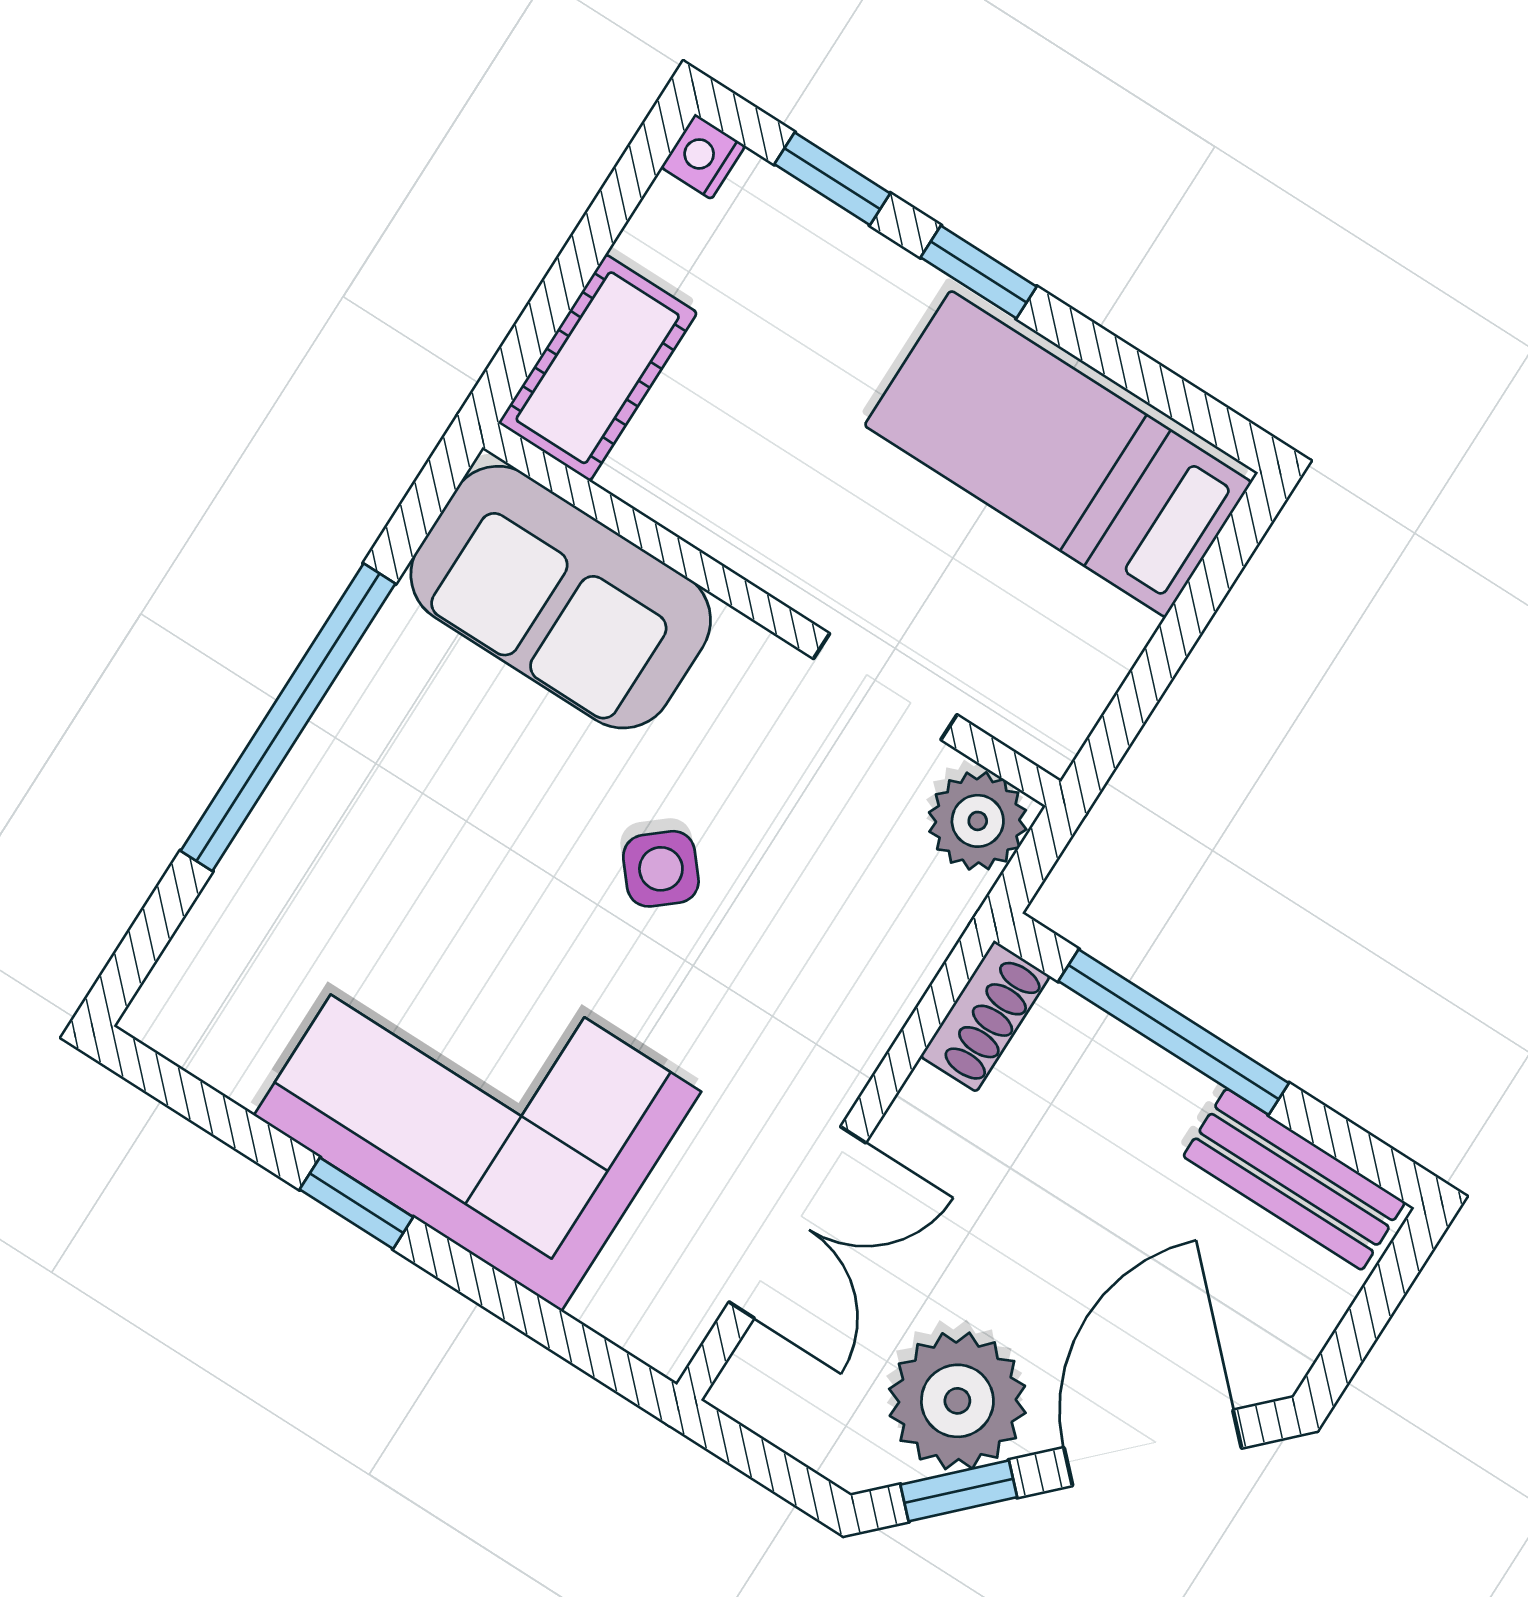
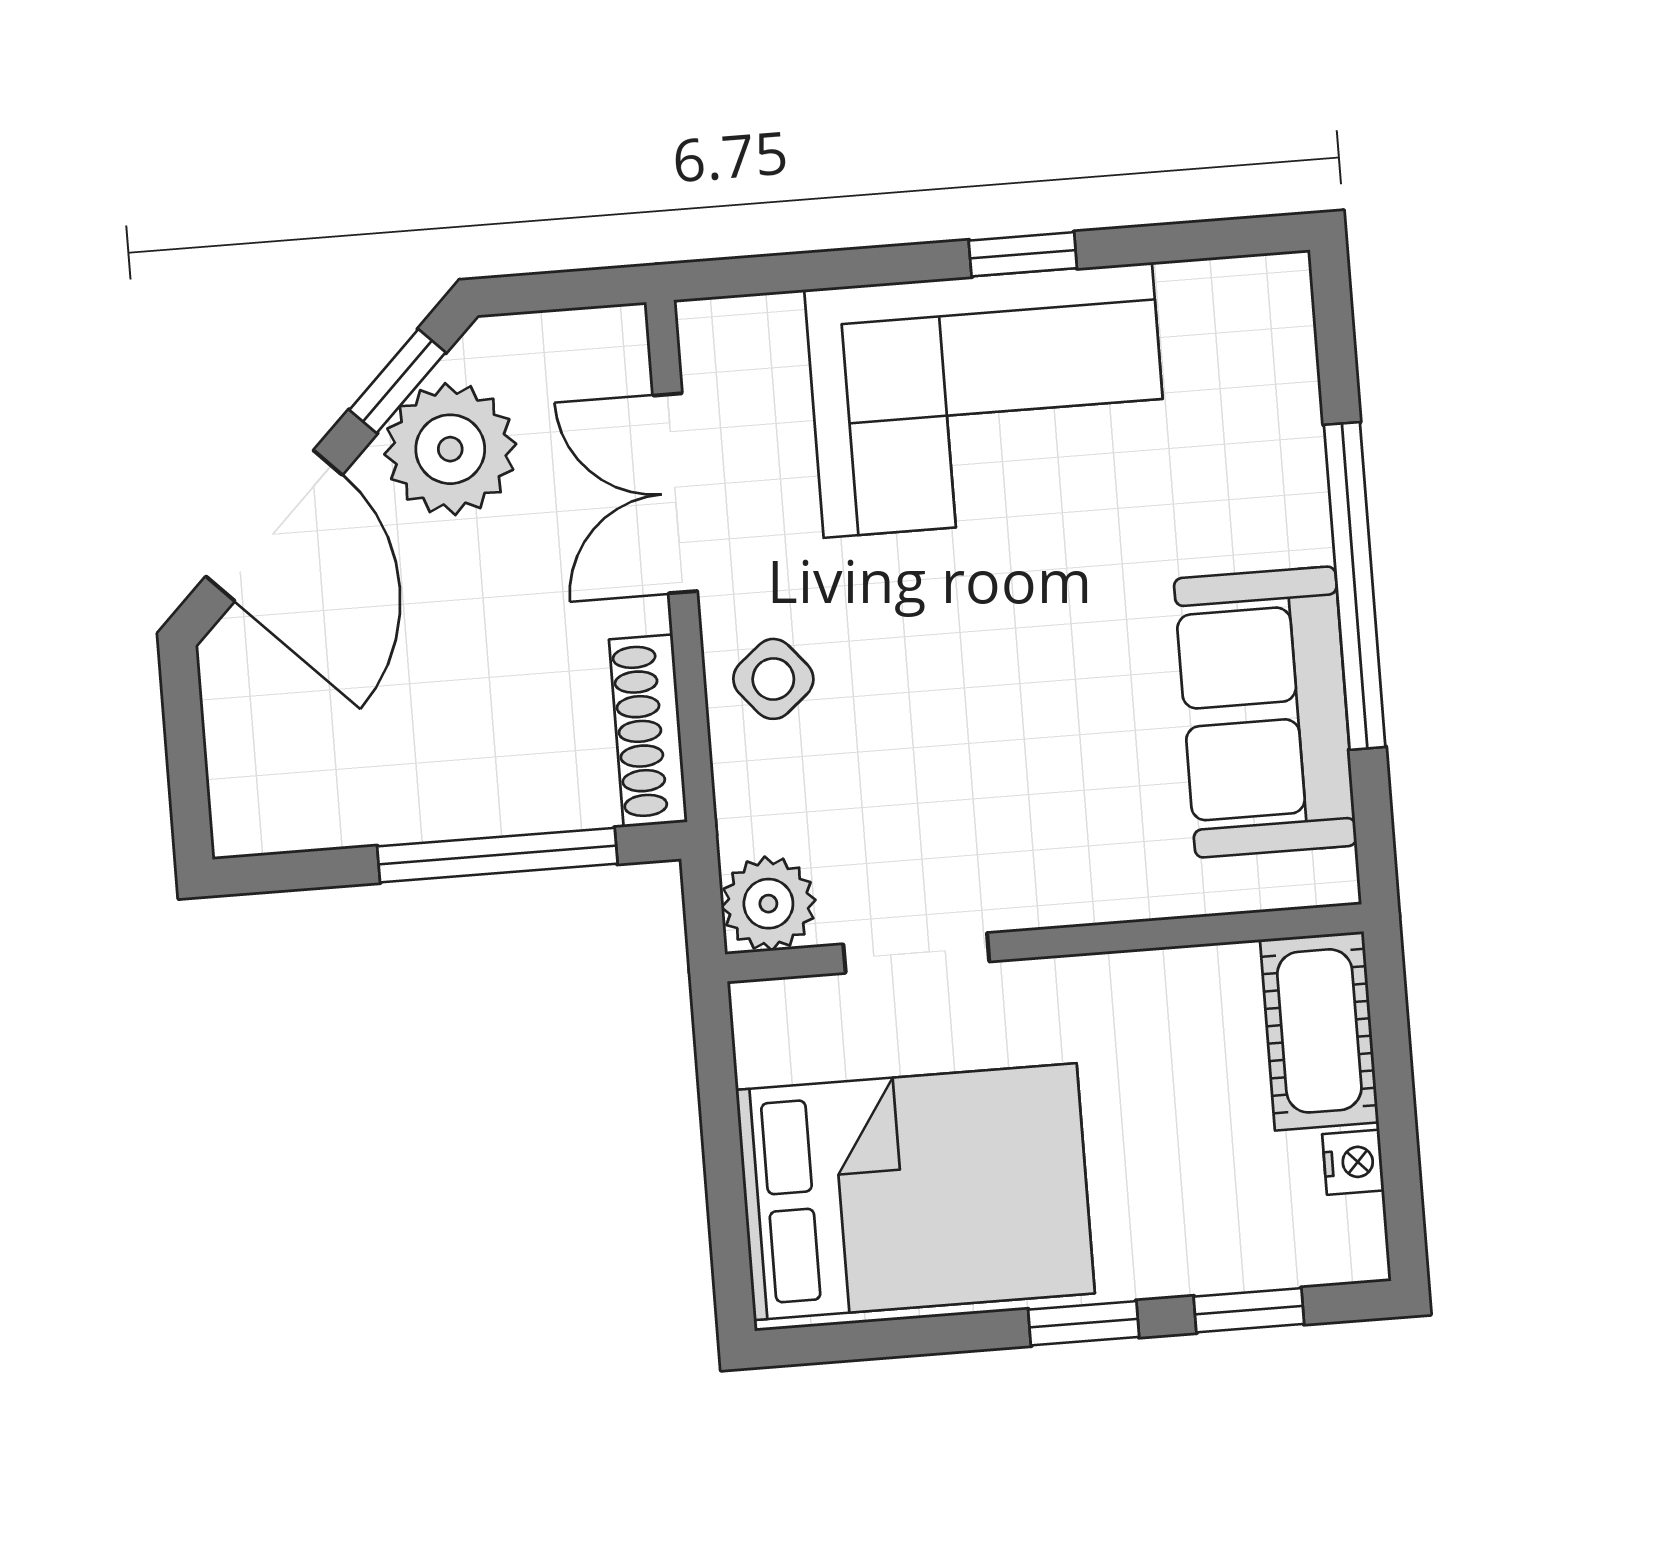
nightstand: (703, 157) -> (1353, 1162), moved
bed: (1058, 454) -> (915, 1192), width x1.50
sofa: (561, 597) -> (1265, 712), moved, turned -90
side table: (661, 869) -> (773, 679), moved
shoe rack: (985, 1016) -> (648, 731), width x1.43
bench: (1294, 1179) -> (321, 812), removed

